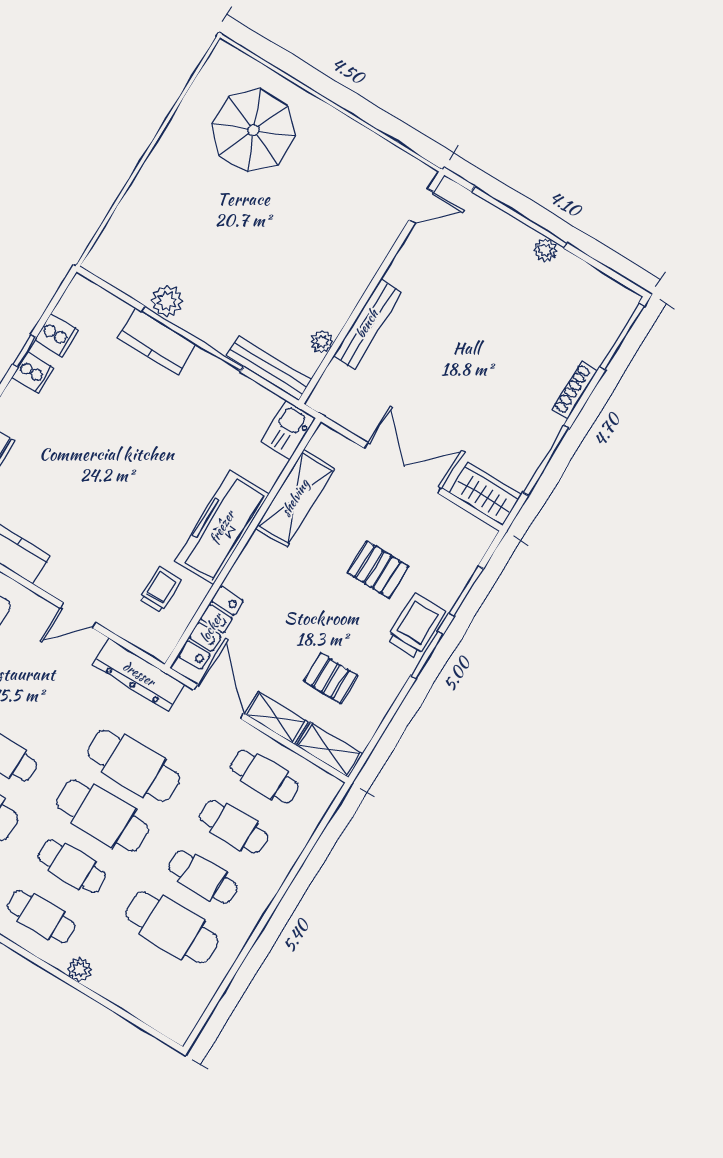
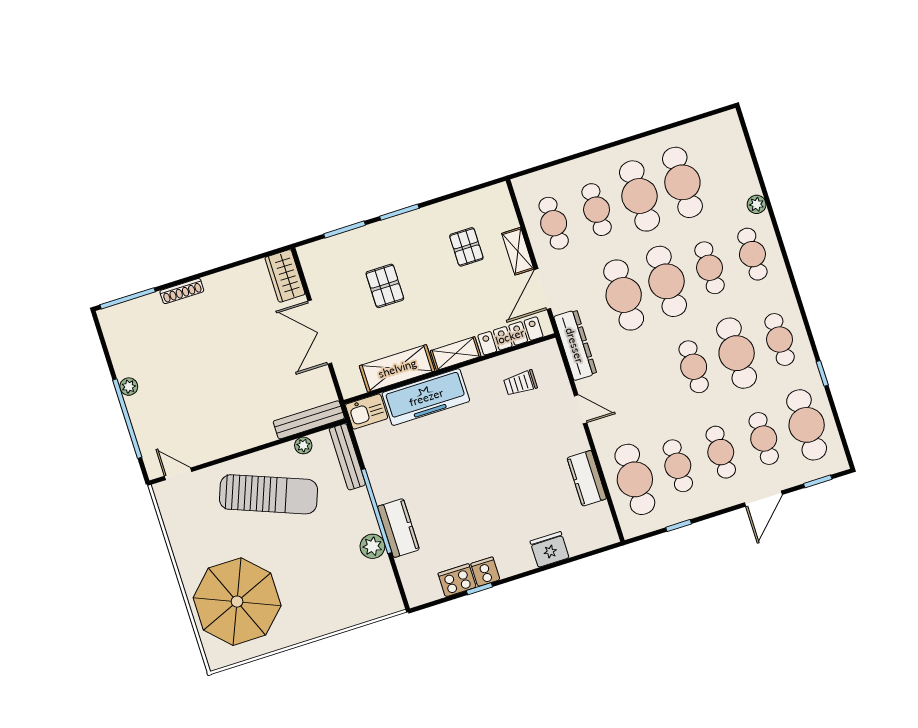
parasol: (253, 130) -> (237, 602), width x1.36, depth x1.36
sun lounger: (314, 263) -> (268, 494), added
bench: (367, 324) -> (309, 420), moved
cooker: (57, 335) -> (457, 580), width x1.36
window: (546, 460) -> (233, 265), removed
freezer: (222, 527) -> (426, 397), moved
trolley: (416, 626) -> (391, 235), removed
shelving: (329, 750) -> (456, 353), moved, turned 90
cafe table: (203, 877) -> (639, 196), width x1.37, depth x1.35

